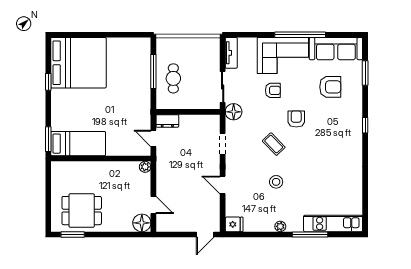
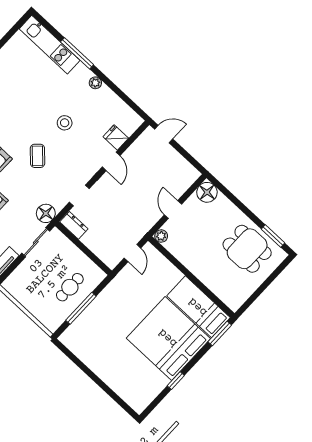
bed: (78, 63) -> (168, 338), moved
dresser: (167, 121) -> (74, 225), moved
door: (153, 205) -> (173, 210), moved
fridge: (234, 224) -> (116, 137), moved

